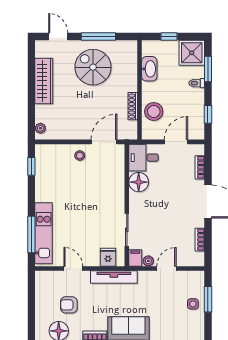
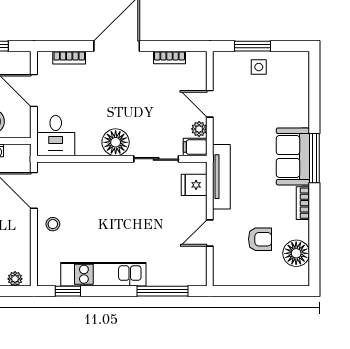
floor lamp: (139, 182) -> (116, 142), moved
kitchen unit: (44, 233) -> (103, 274), moved
armchair: (69, 305) -> (260, 239), turned -90

